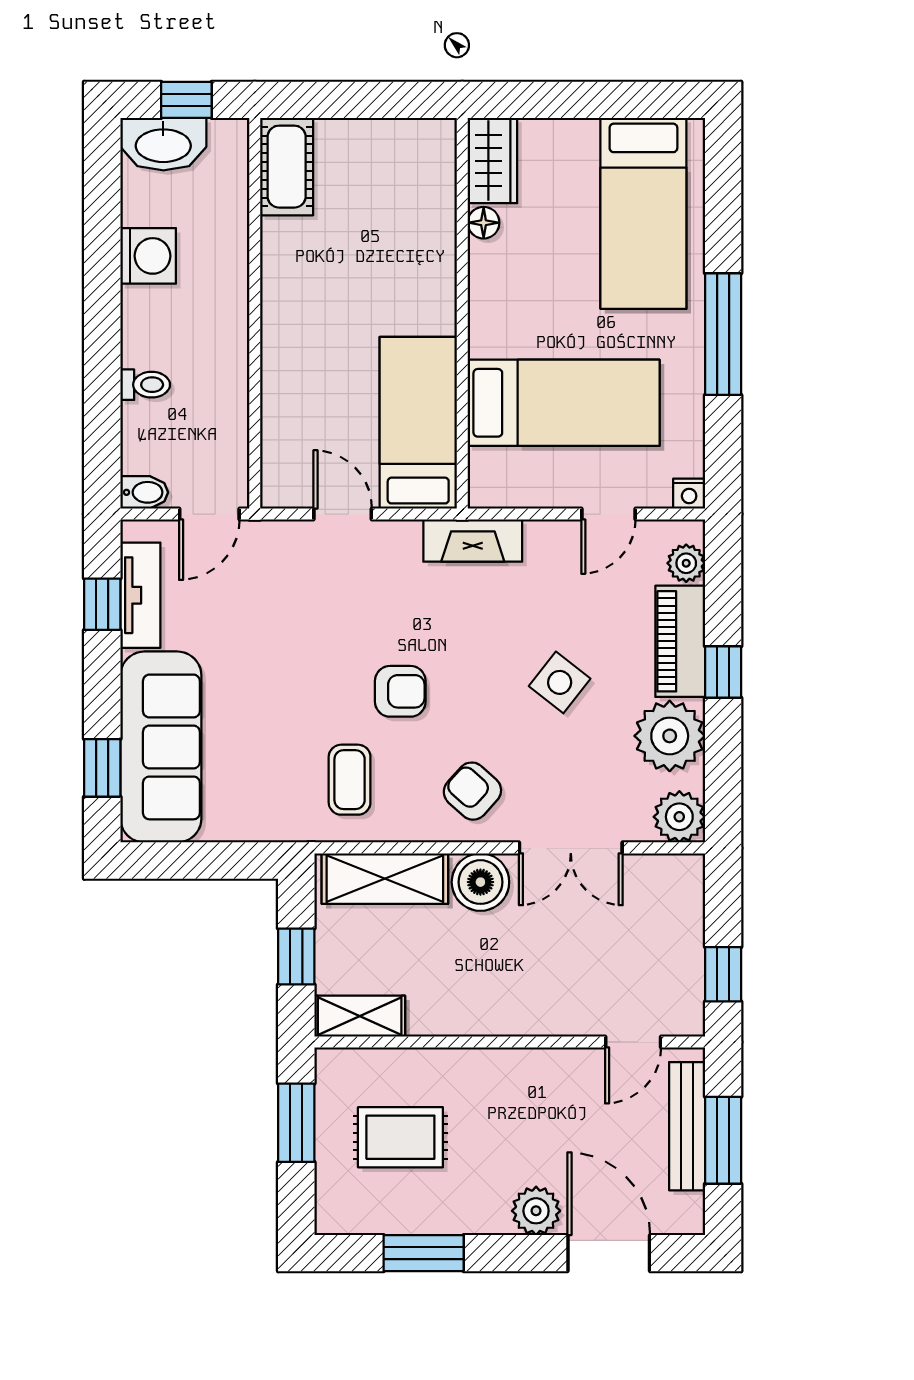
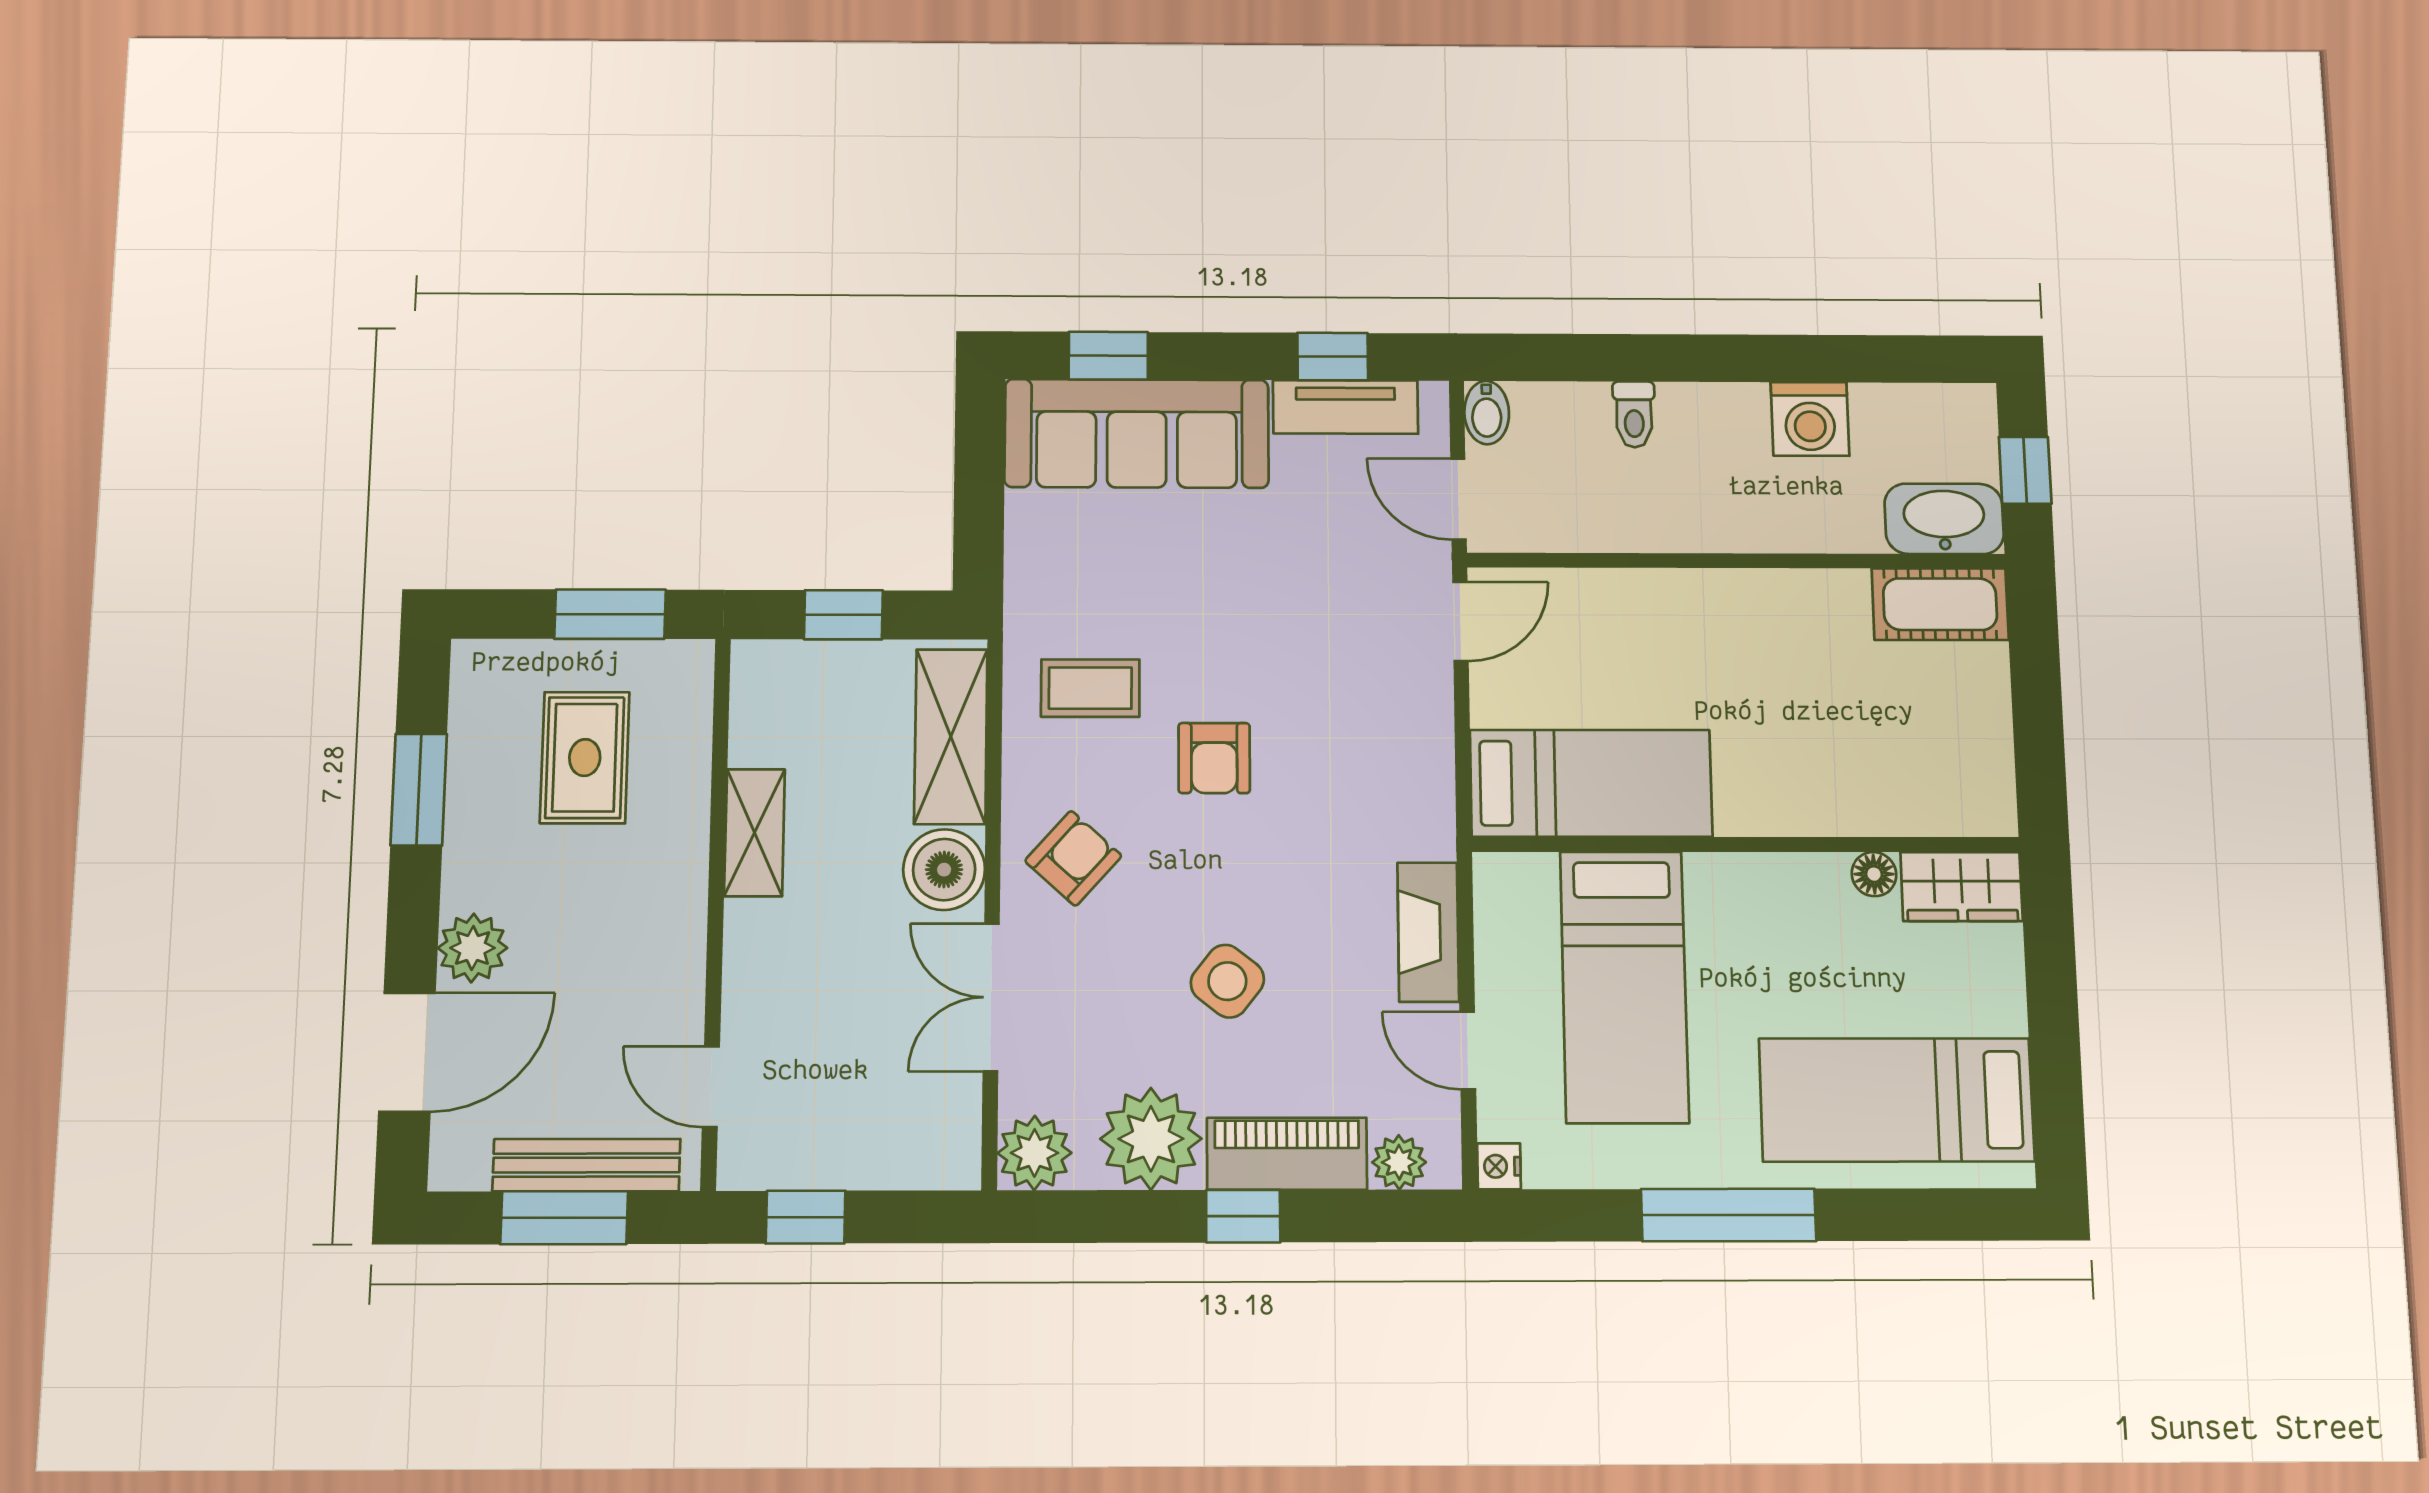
washbasin: (163, 144) -> (1944, 519), moved, turned 90
door: (343, 514) -> (1460, 621), moved
fireplace: (473, 541) -> (1428, 932), moved
shelving: (360, 1016) -> (754, 833), moved

